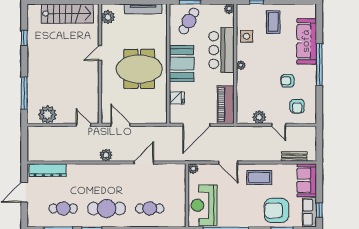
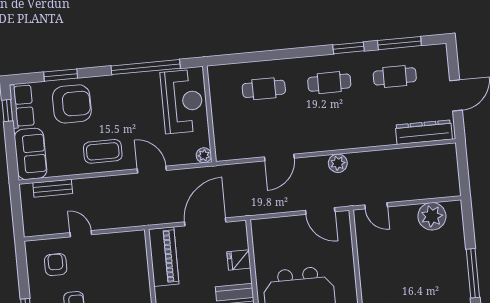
window: (24, 93) -> (473, 273), moved
plant: (259, 117) -> (111, 243), removed
cafe table: (107, 208) -> (329, 83), width x0.73, depth x0.74

